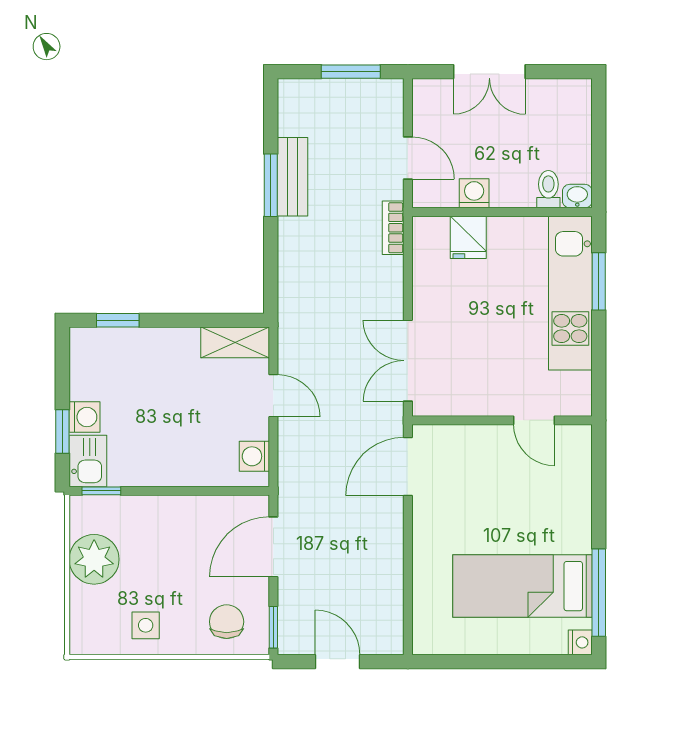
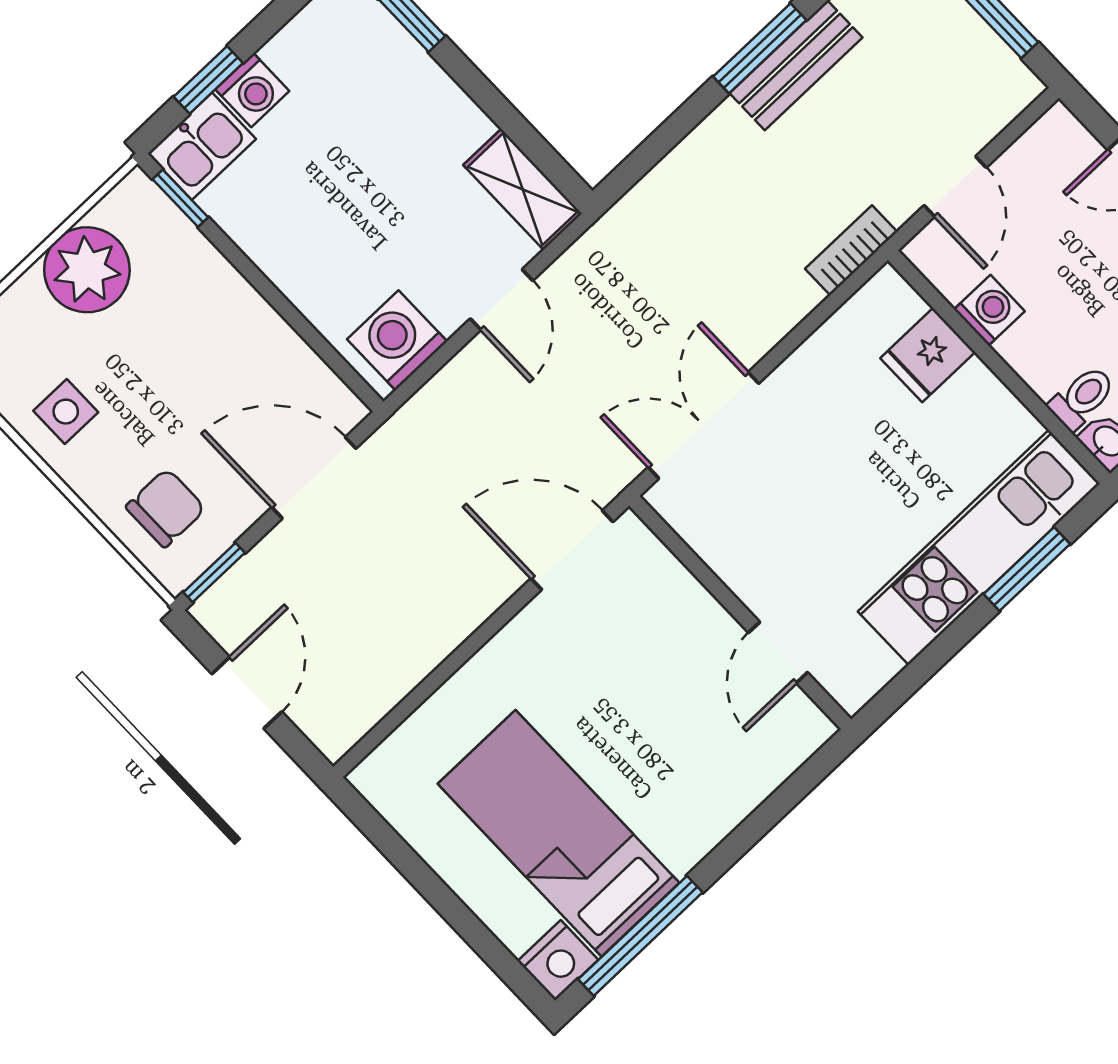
washing machine: (254, 456) -> (397, 340), width x1.38, depth x1.38
nightstand: (580, 642) -> (558, 960), width x1.39, depth x1.35

